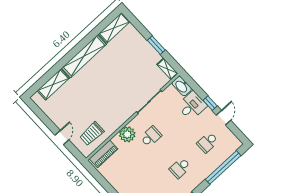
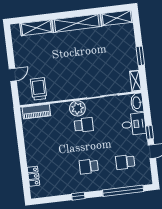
trolley: (92, 134) -> (39, 89), turned 90
plant: (127, 134) -> (77, 108), moved

